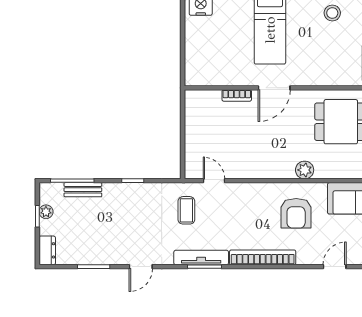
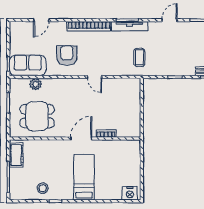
plant: (305, 170) -> (36, 84), moved
door: (214, 181) -> (95, 77), moved

